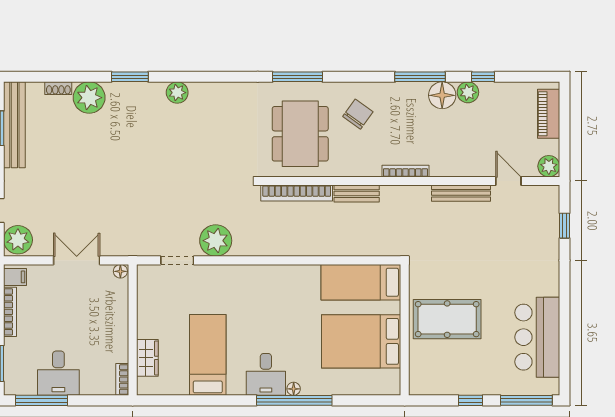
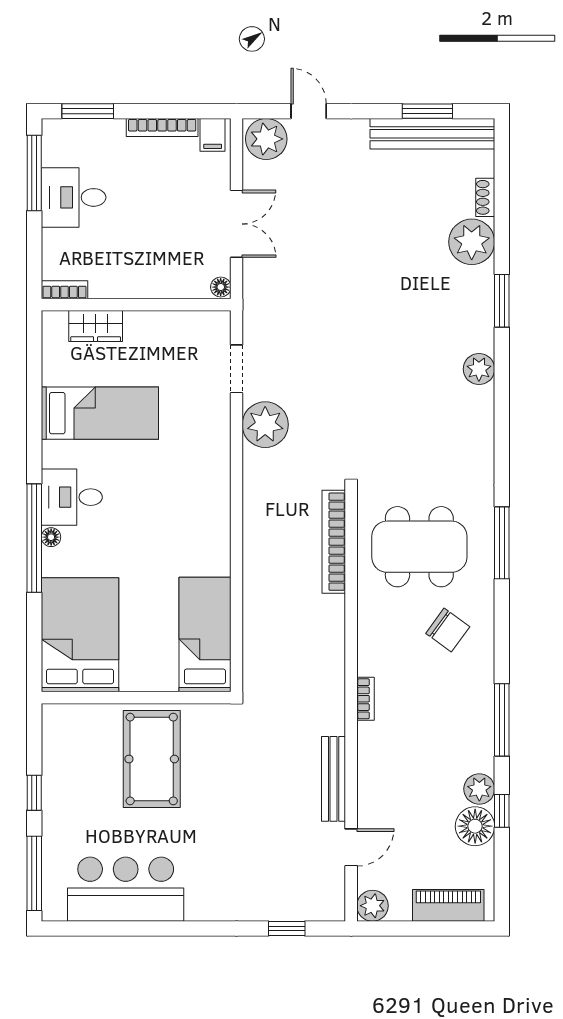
floor lamp: (442, 95) -> (475, 826), moved
bookcase: (405, 171) -> (366, 699), width x0.64
bench: (357, 194) -> (333, 628), removed
bed: (361, 341) -> (80, 635), moved

